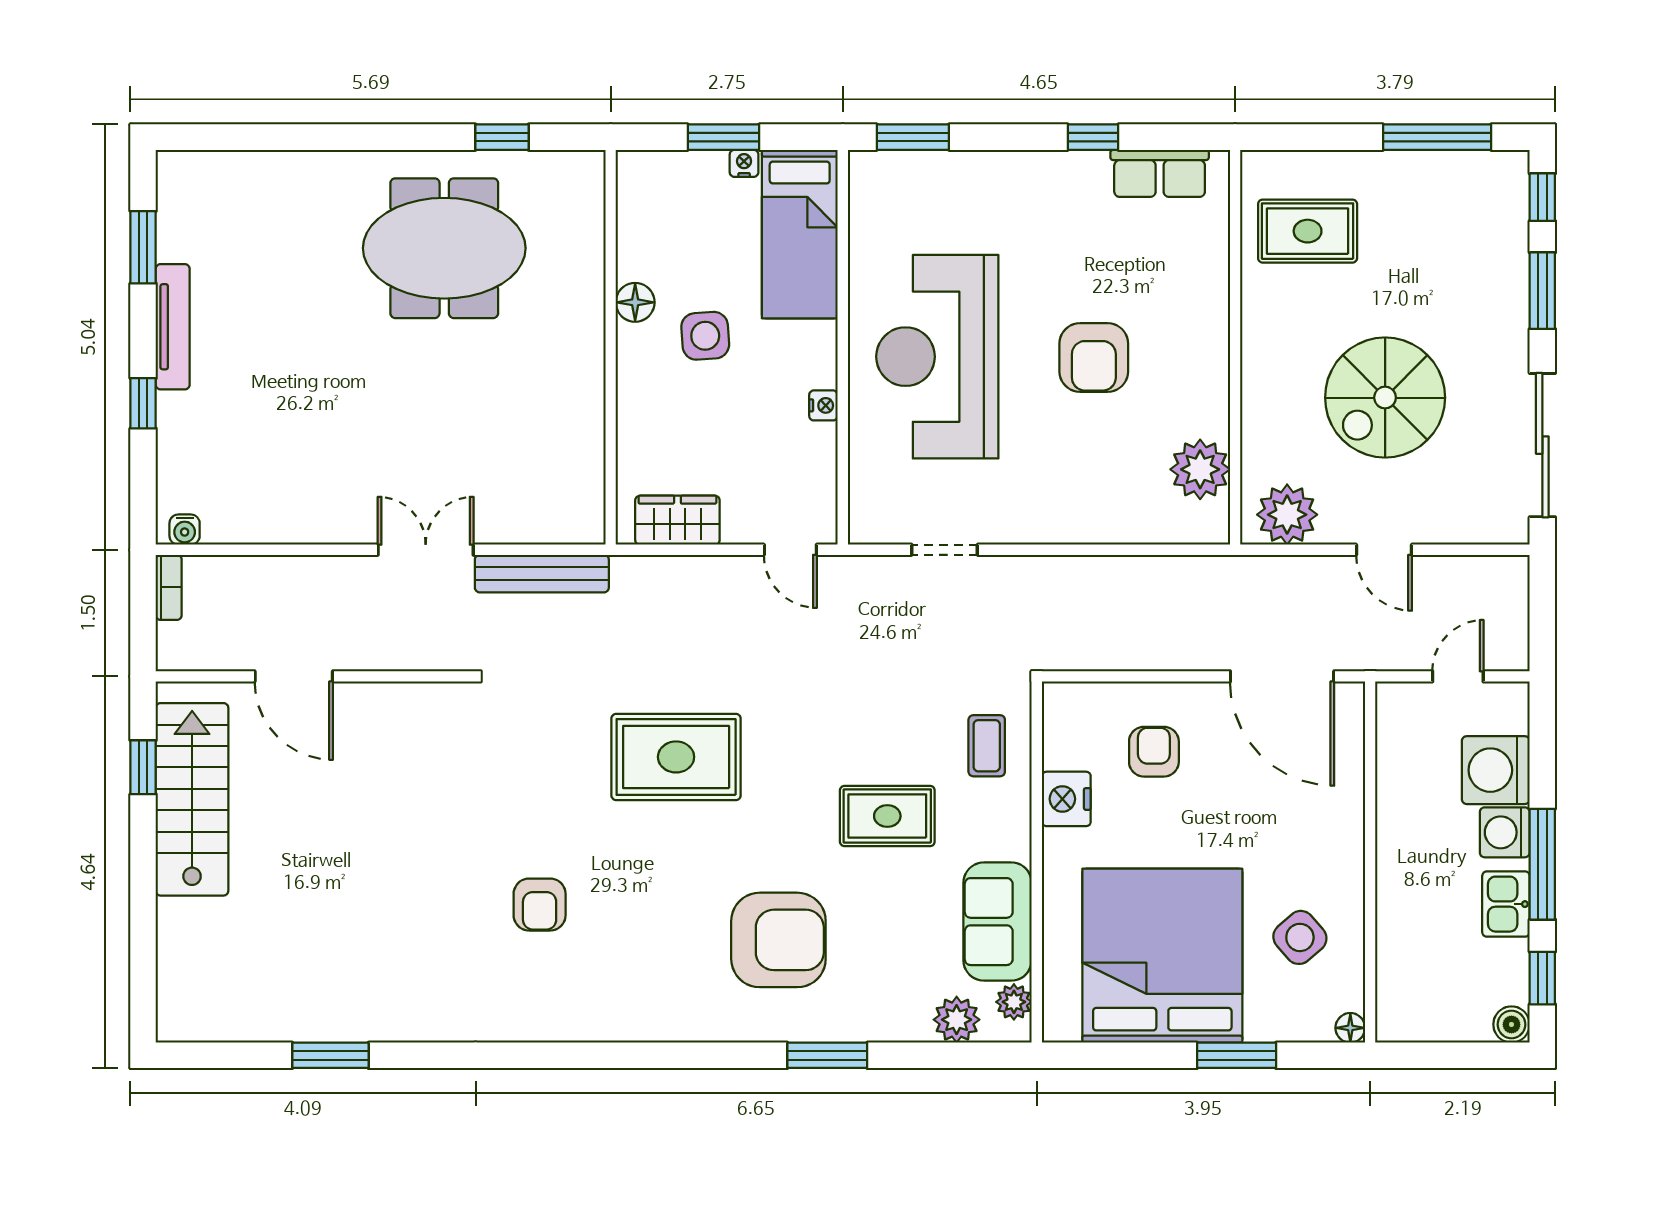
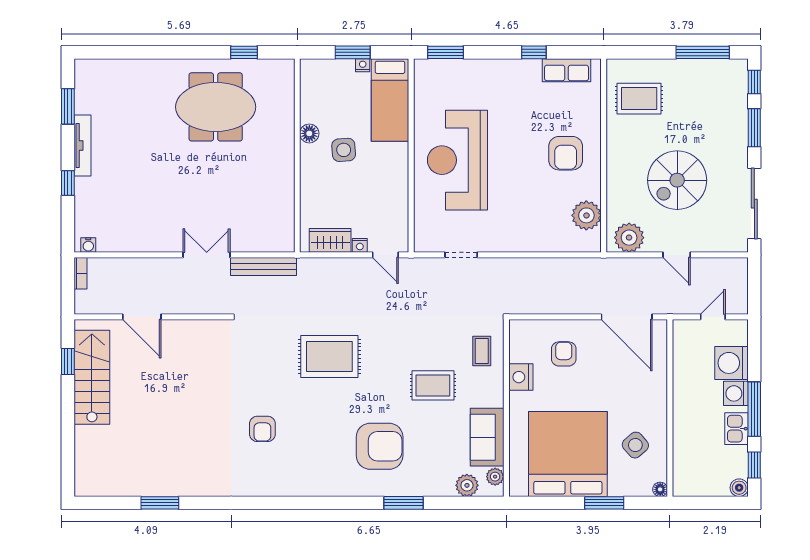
armchair: (1094, 358) -> (566, 153), moved
nightstand: (823, 405) -> (360, 245), moved, turned 90

